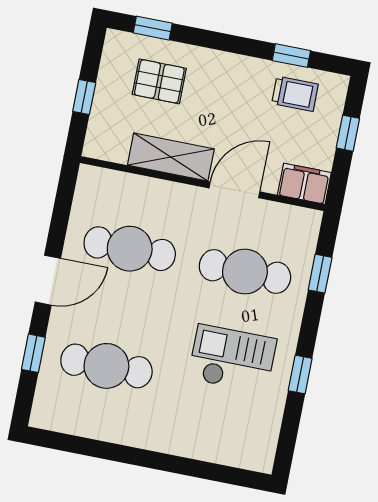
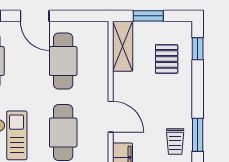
window: (291, 56) -> (198, 135), width x1.50
window: (84, 97) -> (148, 16), width x1.50
shelving: (171, 157) -> (123, 46), moved

